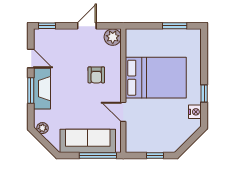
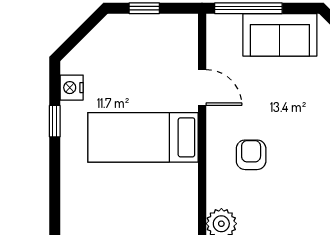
bed: (156, 78) -> (143, 137), width x0.67
sofa: (88, 141) -> (280, 35), width x0.73

